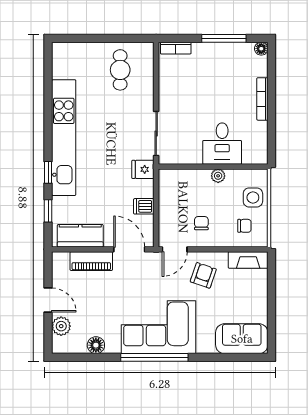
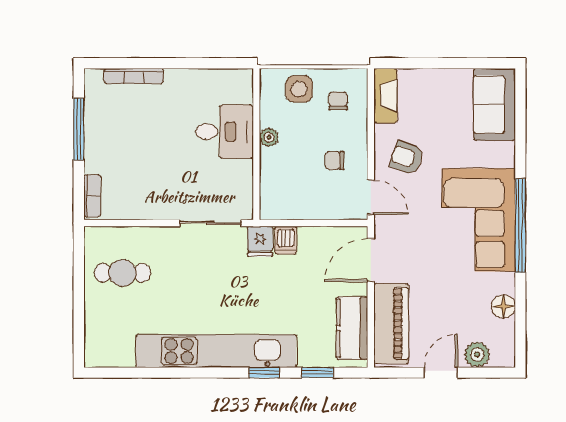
floor lamp: (261, 49) -> (93, 78), removed
bookcase: (262, 99) -> (134, 76), moved
dishwasher: (144, 206) -> (286, 240), moved
piano: (91, 261) -> (391, 324), width x1.37, depth x1.33

